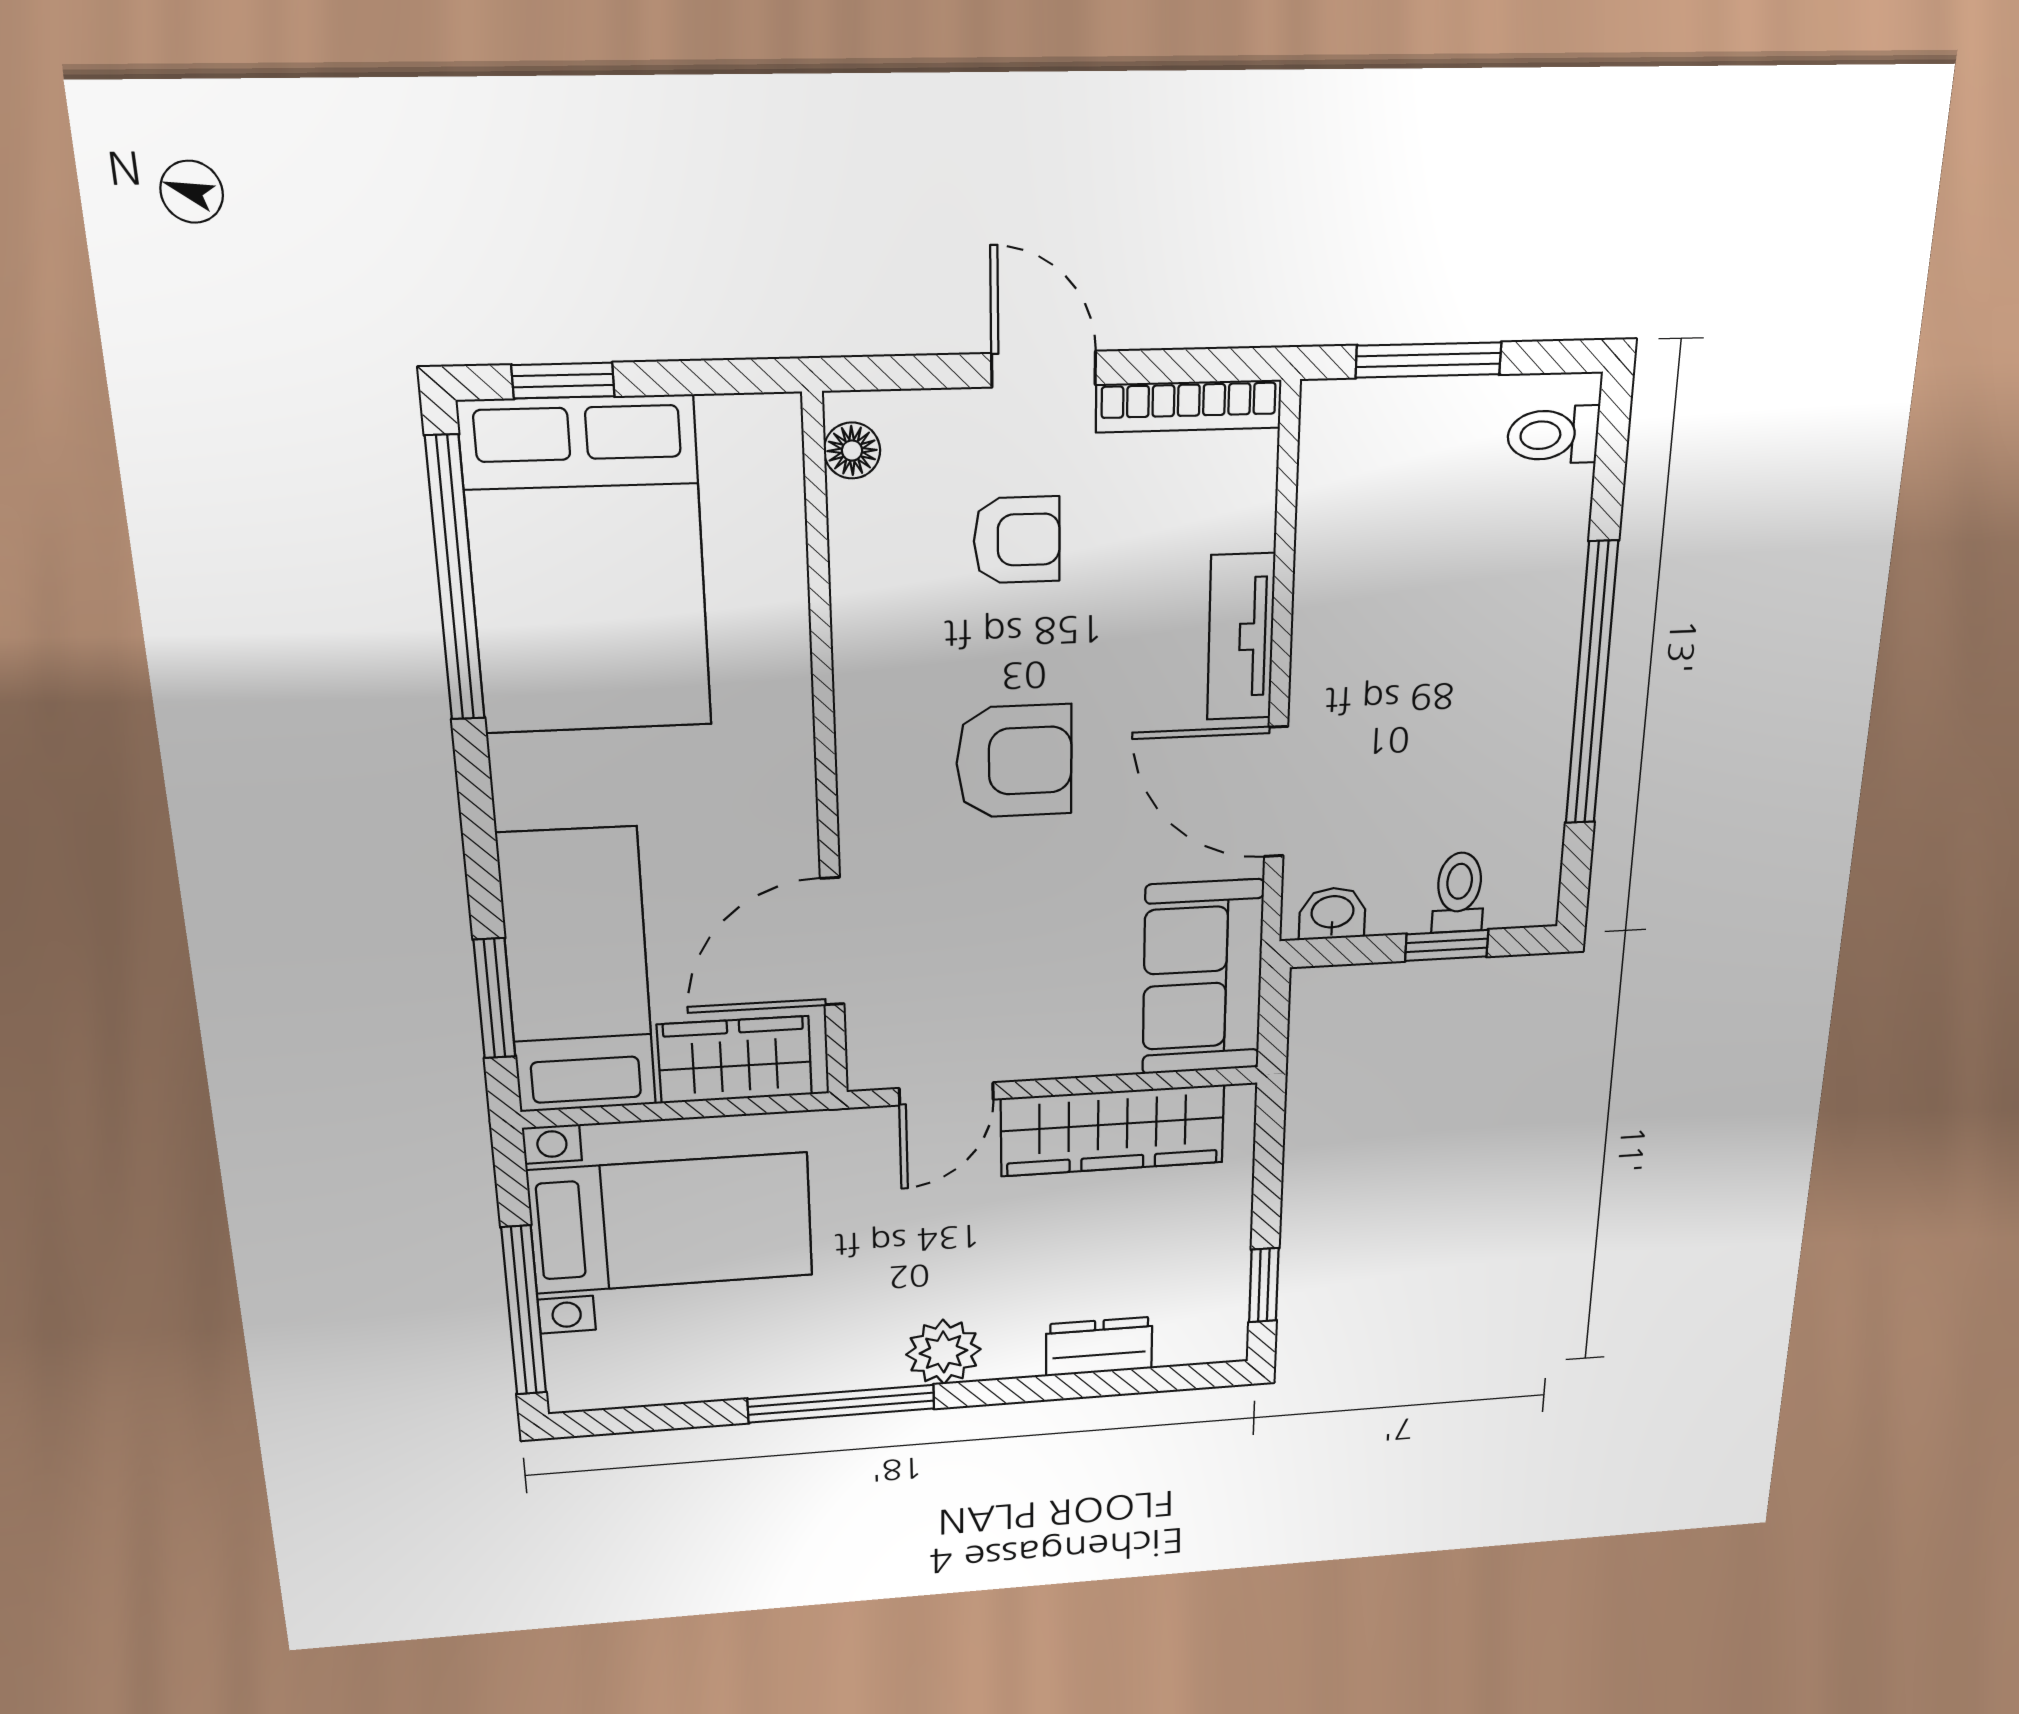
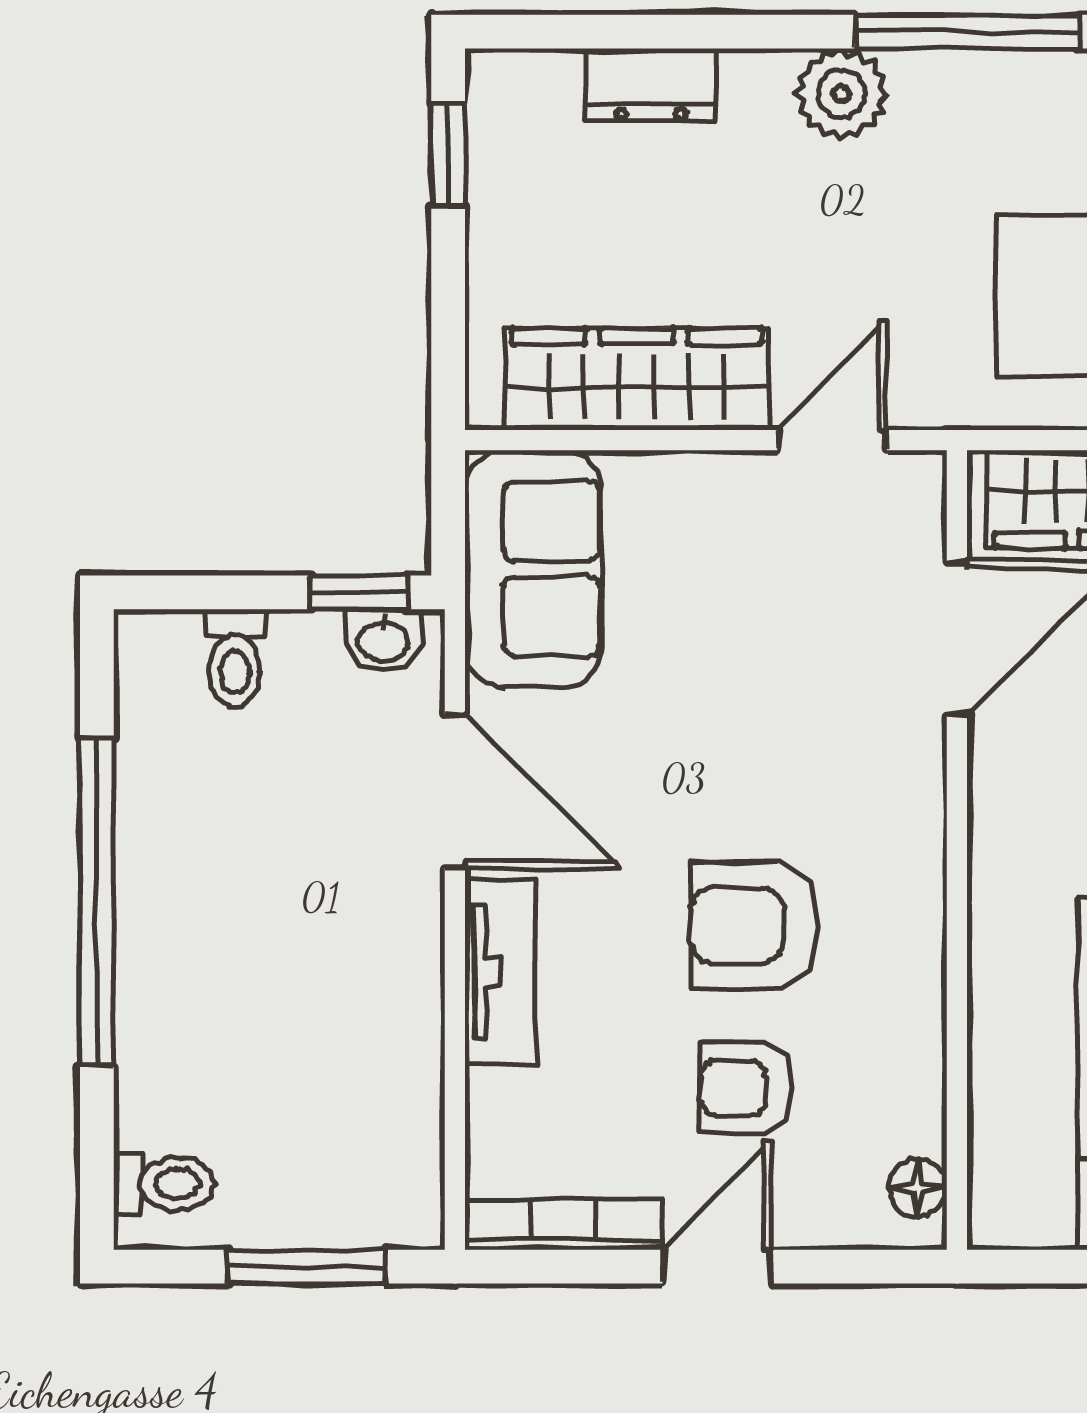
door: (1044, 369) -> (717, 1267), swing flipped
armchair: (1014, 761) -> (754, 925), moved
window: (1447, 945) -> (359, 592), moved

